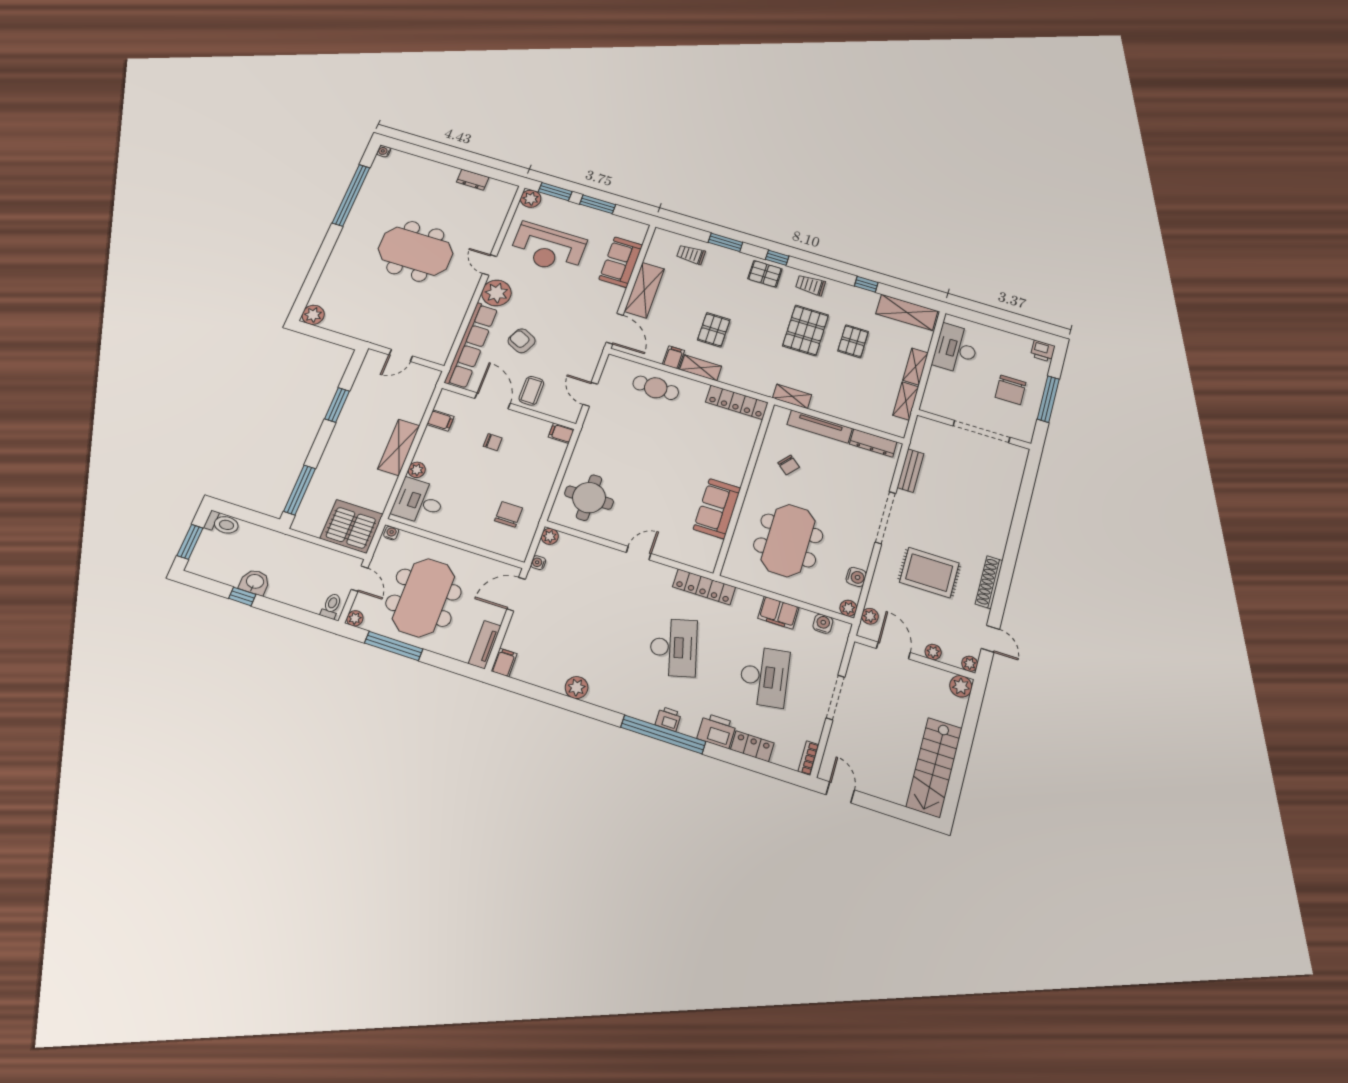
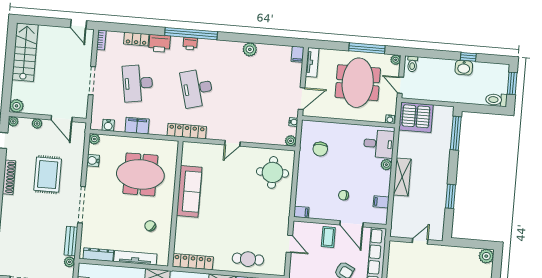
sofa: (717, 509) -> (189, 191), width x1.36
meeting table: (788, 540) -> (140, 174), turned 90
rug: (929, 573) -> (48, 175), turned 90
plant: (870, 616) -> (69, 262), moved

